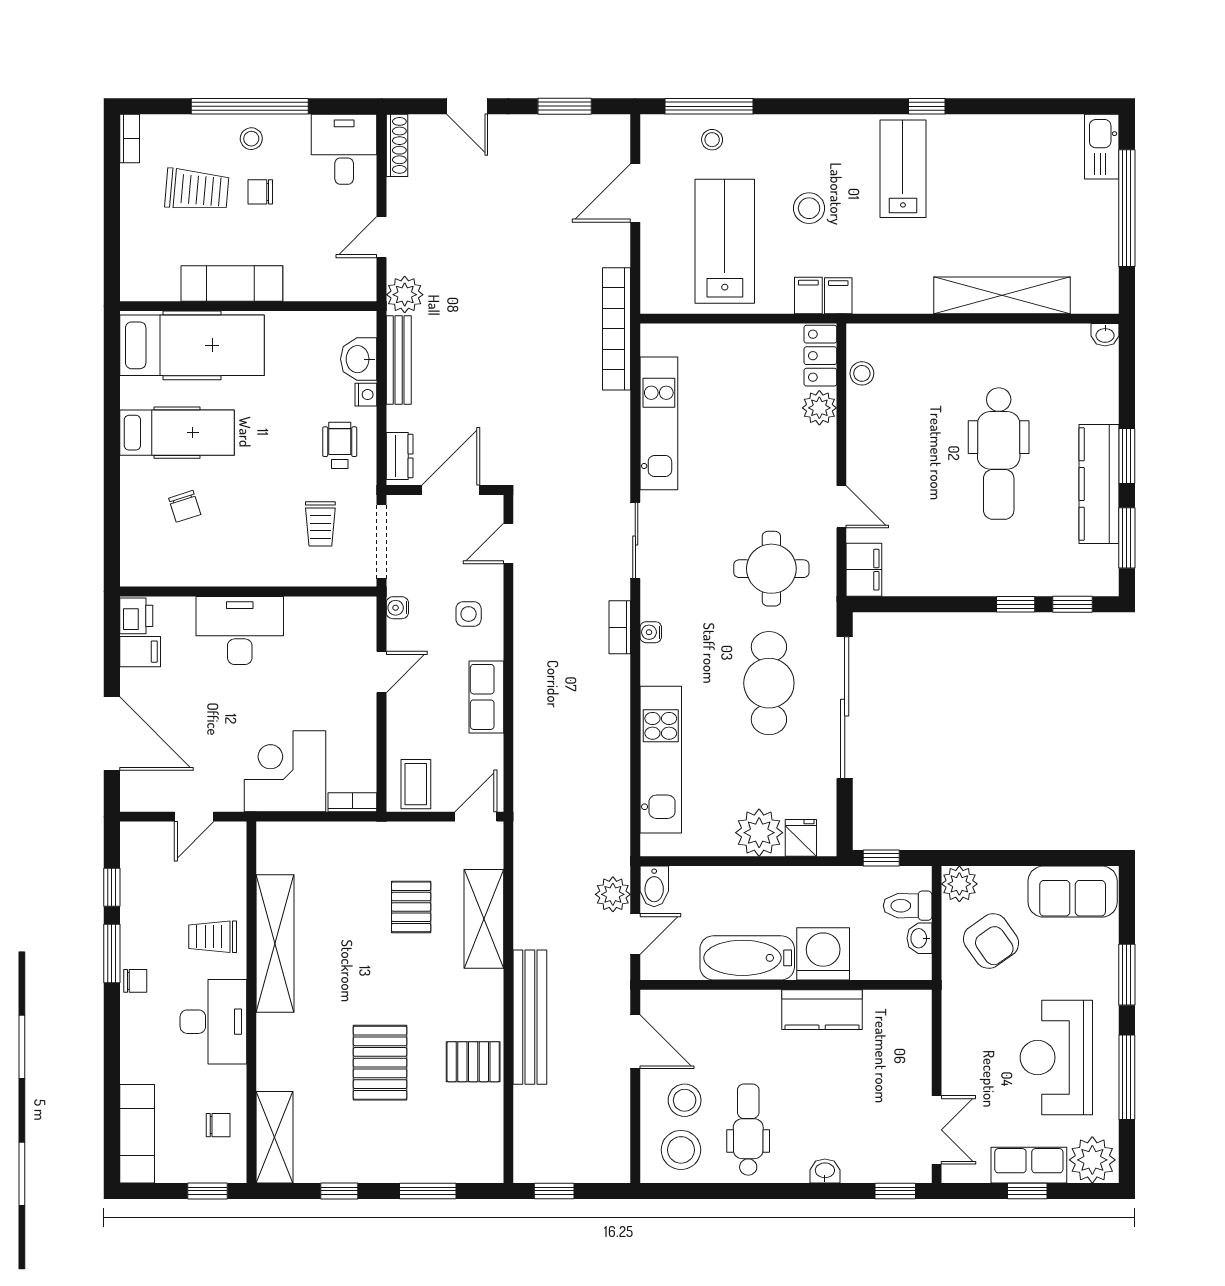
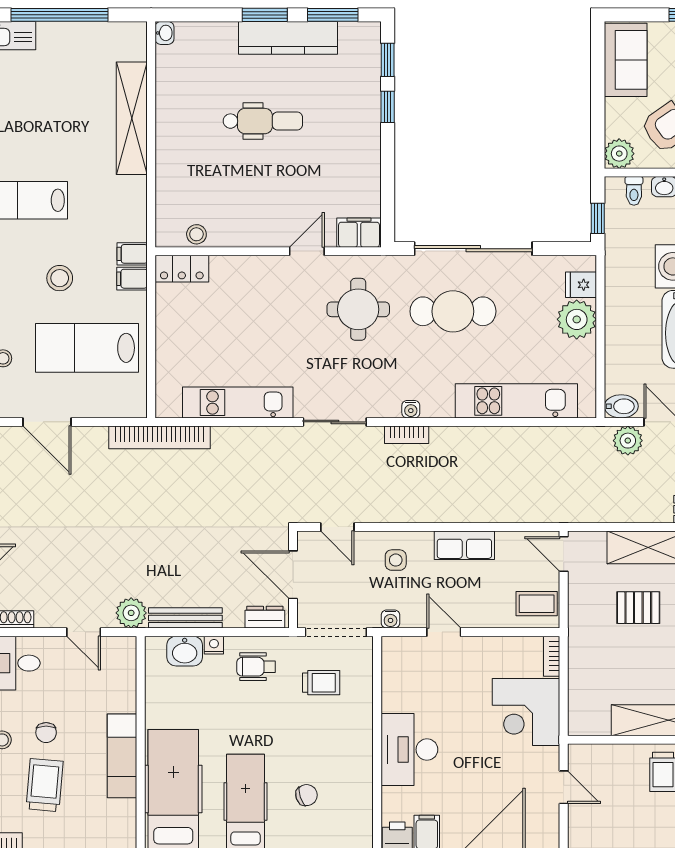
plant: (819, 408) -> (225, 270), removed
dental chair: (999, 454) -> (263, 121), width x0.73, depth x0.72
toilet: (908, 906) -> (634, 191), width x0.73, depth x0.72

